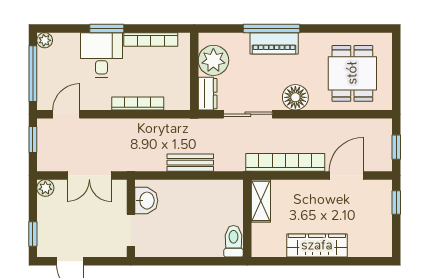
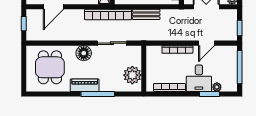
window: (107, 28) -> (209, 94), moved
plant: (45, 40) -> (217, 87), moved
piano: (274, 43) -> (85, 85), moved
dresser: (208, 94) -> (136, 55), removed
door: (66, 114) -> (207, 43), moved
bookcase: (285, 162) -> (108, 14), moved

